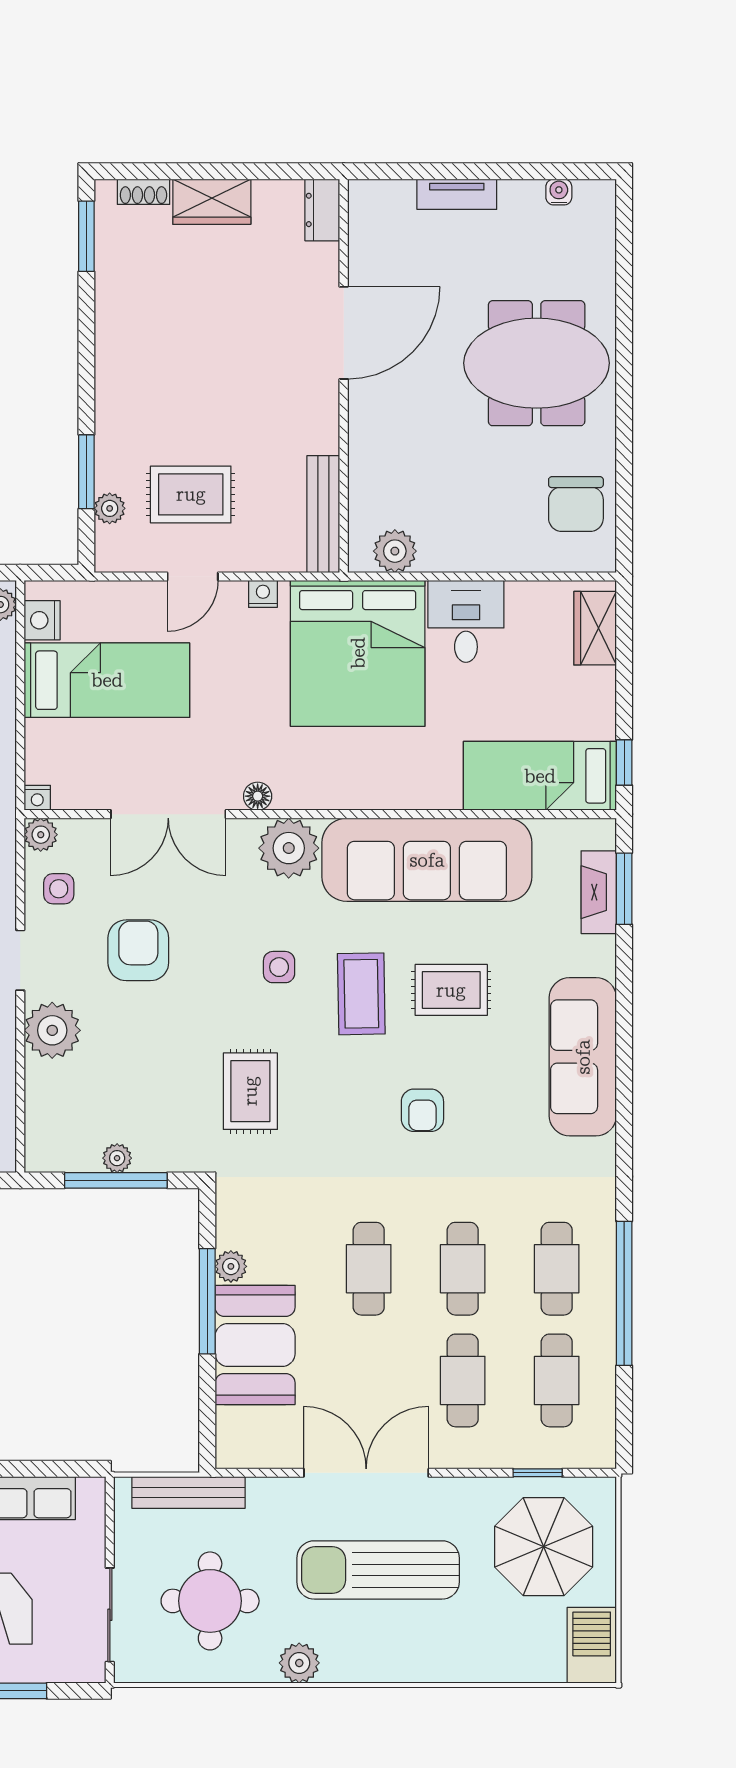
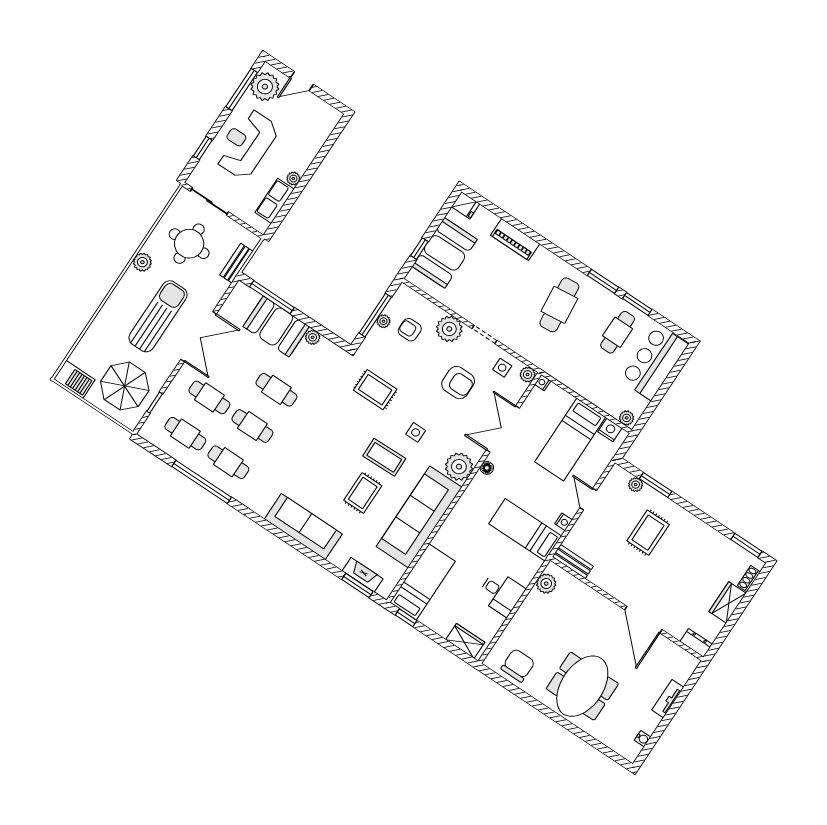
rug: (191, 494) -> (648, 533), moved
chair: (576, 504) -> (518, 665), turned 90
bench: (323, 514) -> (573, 561), width x0.73
bed: (358, 653) -> (525, 530), width x0.49
armchair: (422, 1110) -> (410, 330), moved
window: (207, 1301) -> (272, 297), moved
bench: (188, 1492) -> (236, 263), width x0.73

